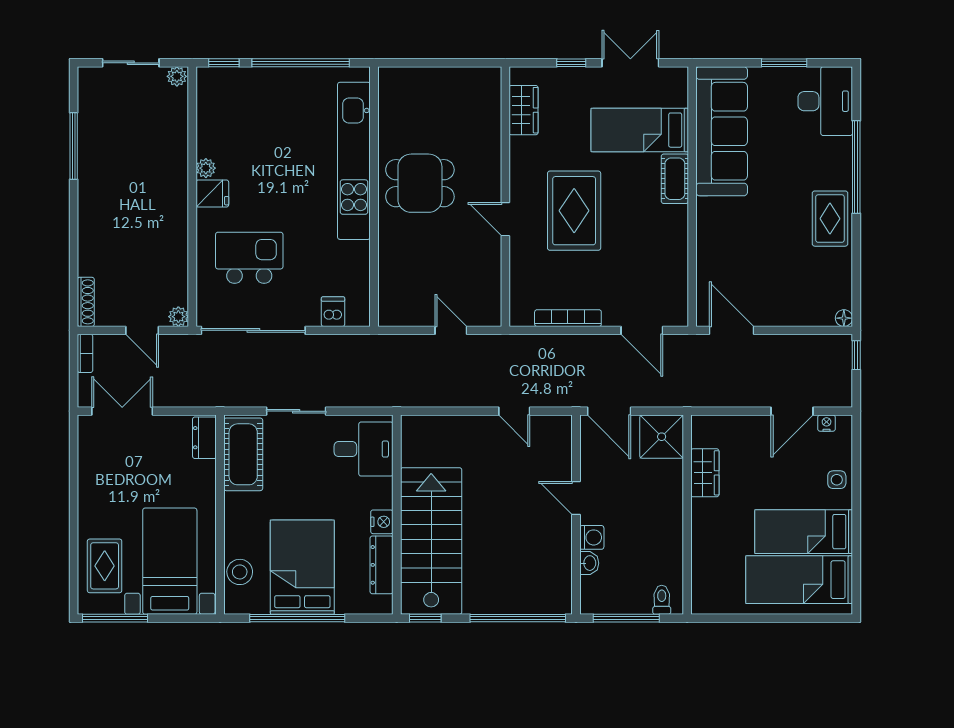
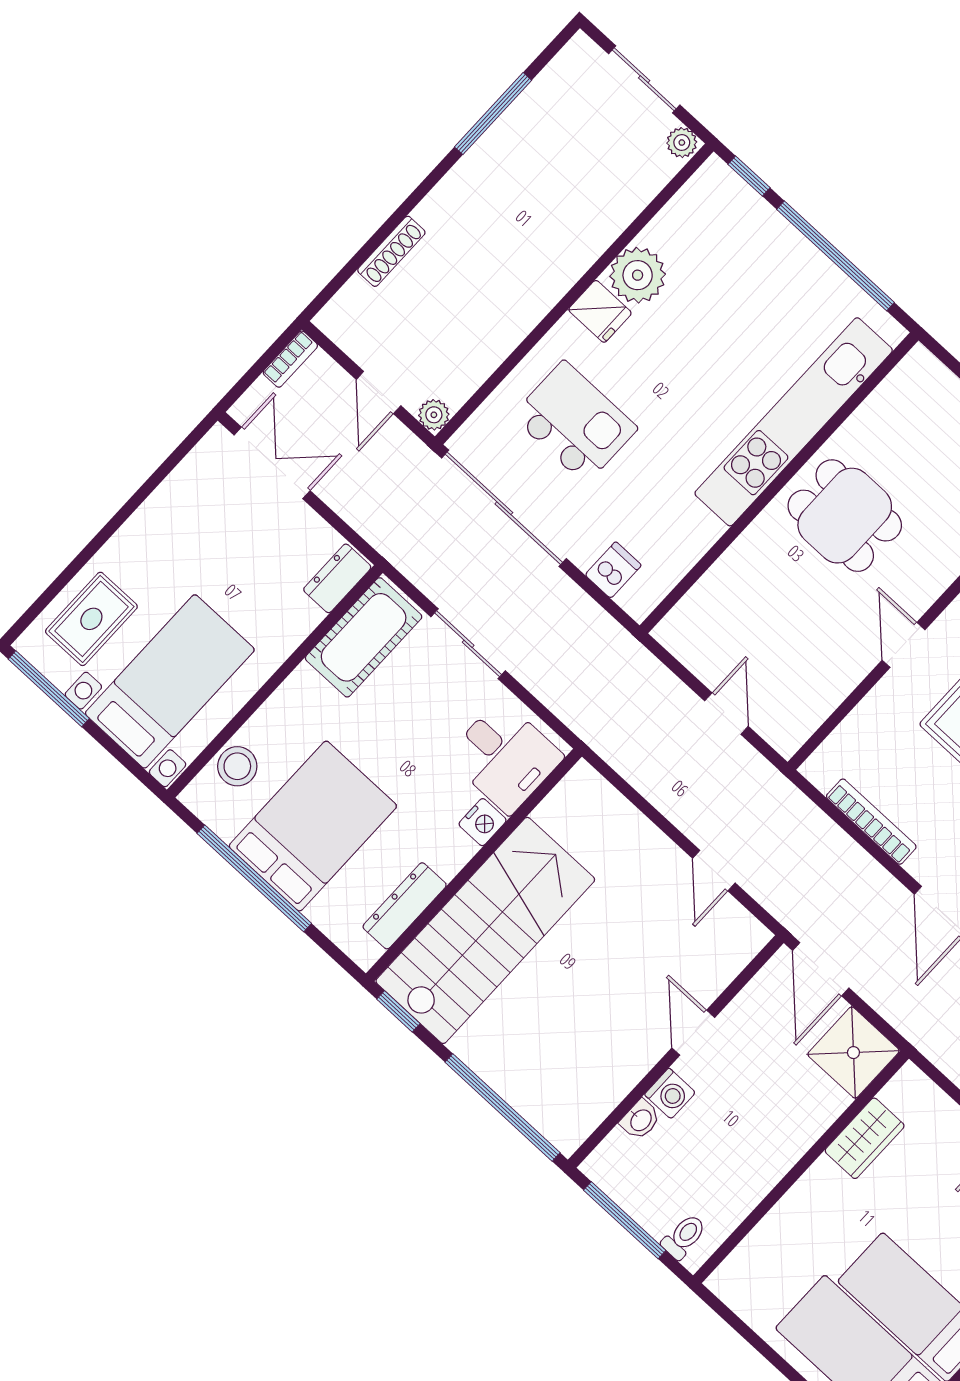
plant: (206, 168) -> (638, 275), width x1.87, depth x1.87
shoe rack: (86, 302) -> (391, 251), moved
nightstand: (382, 522) -> (483, 822), moved

